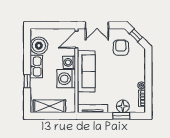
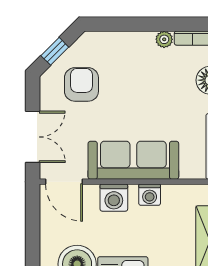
armchair: (121, 48) -> (81, 84), turned 90
washing machine: (66, 79) -> (150, 195), width x0.53, depth x0.53

